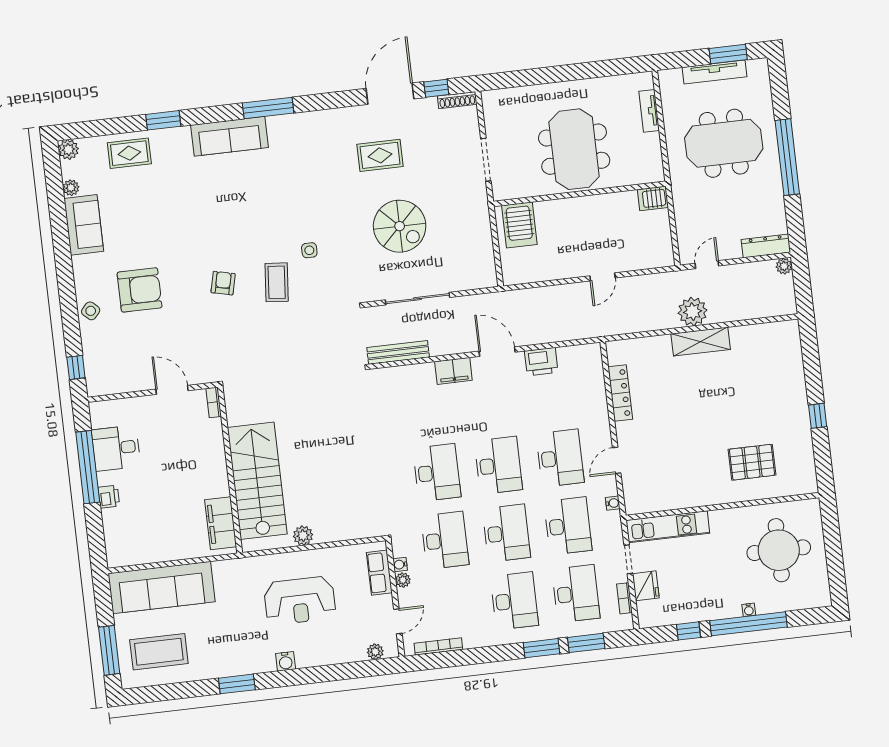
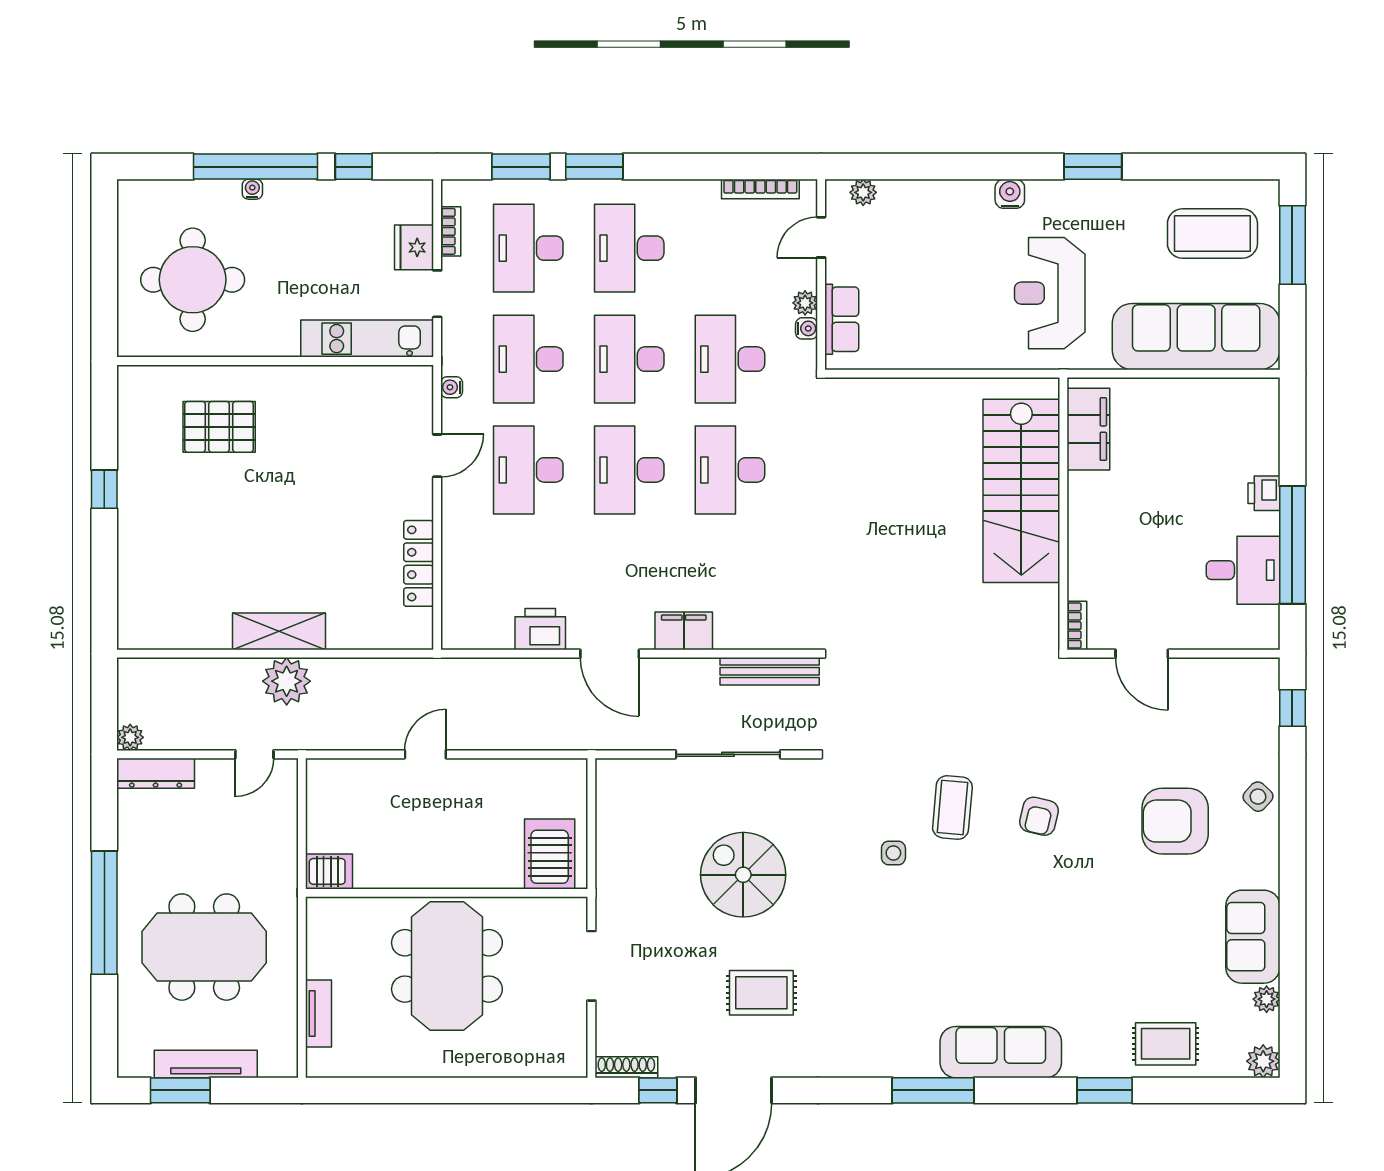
plant: (303, 536) -> (958, 394), removed
reception desk: (300, 601) -> (1050, 293), moved, turned -90

